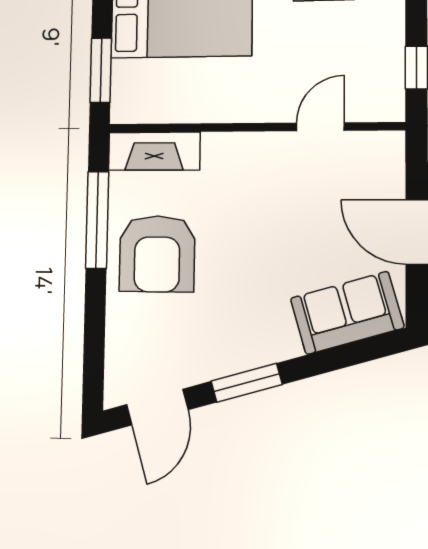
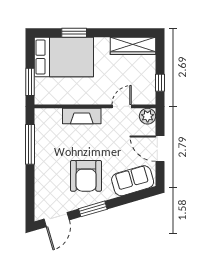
fireplace: (154, 151) -> (82, 116), moved
plant: (385, 151) -> (148, 116), added
armchair: (157, 254) -> (86, 176), moved

